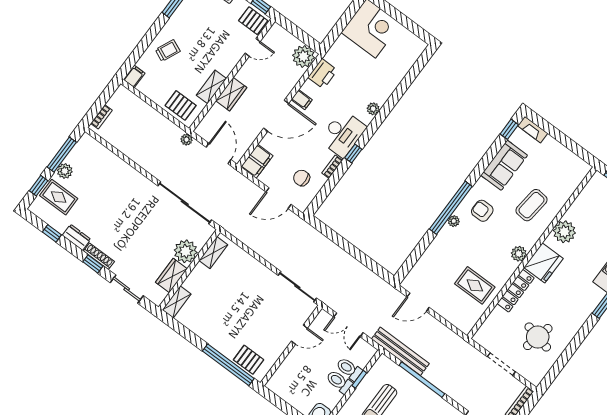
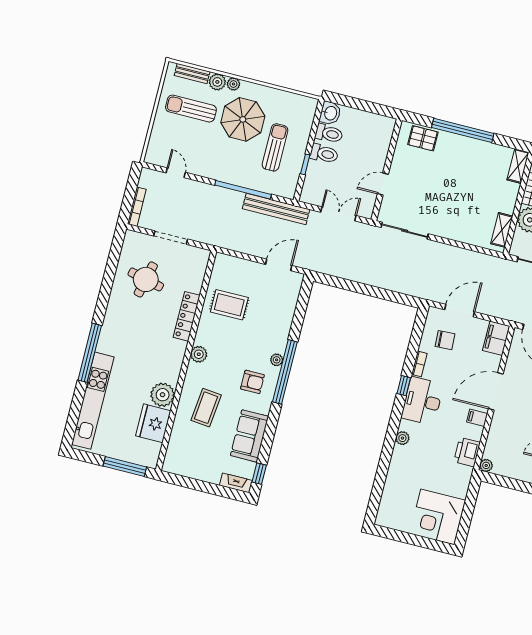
plant: (304, 56) -> (486, 465), width x0.53, depth x0.53
fridge: (543, 263) -> (153, 423), moved
window: (228, 365) -> (463, 130), moved
toilet: (349, 369) -> (329, 134), moved

